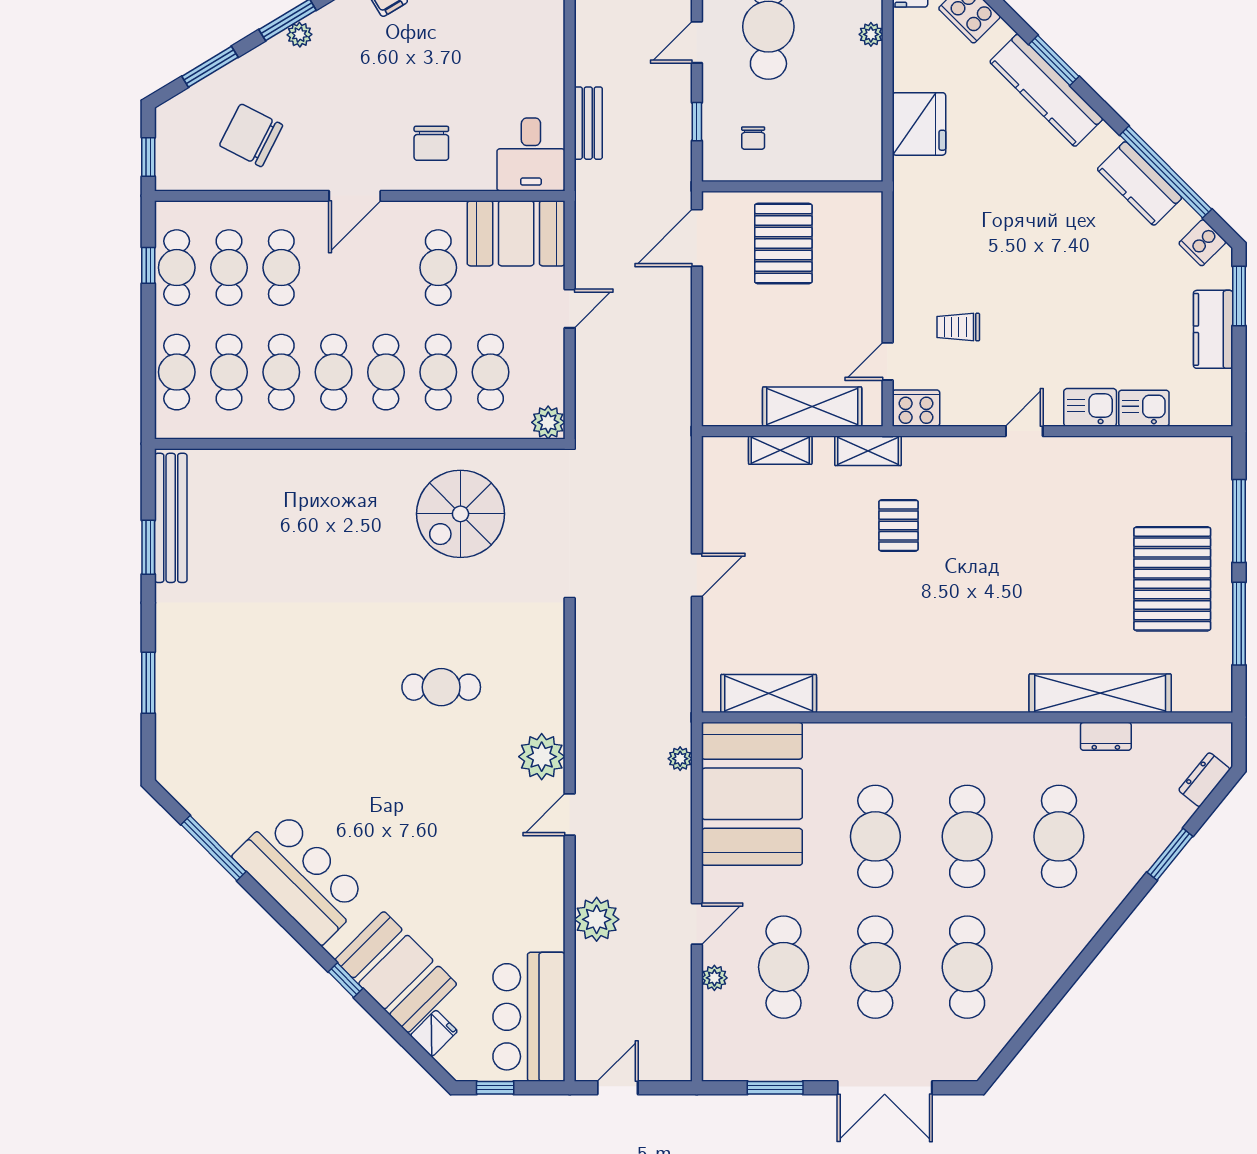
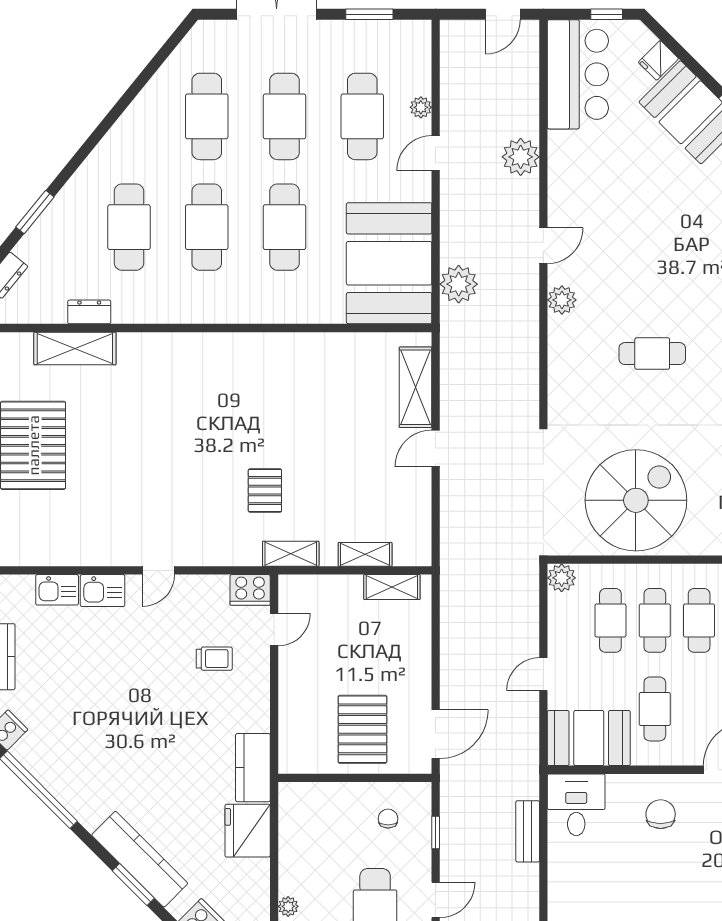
kitchen counter: (1139, 184) -> (253, 768), moved, turned -135
shelving: (812, 407) -> (392, 587), moved, width x0.67, depth x0.75
spiral stairs: (460, 514) -> (636, 500), width x1.37, depth x1.37
shelving: (769, 693) -> (415, 387), moved, turned 90
shelving: (1100, 693) -> (75, 348), width x0.68
plant: (542, 757) -> (562, 300), width x0.73, depth x0.73
plant: (680, 759) -> (459, 284), width x1.87, depth x1.87

